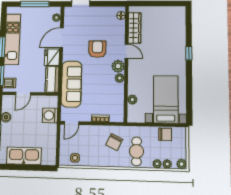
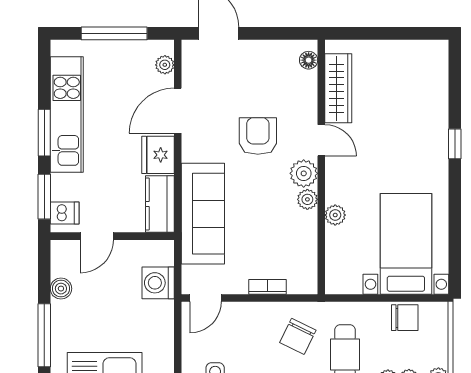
plant: (132, 100) -> (335, 215), moved

